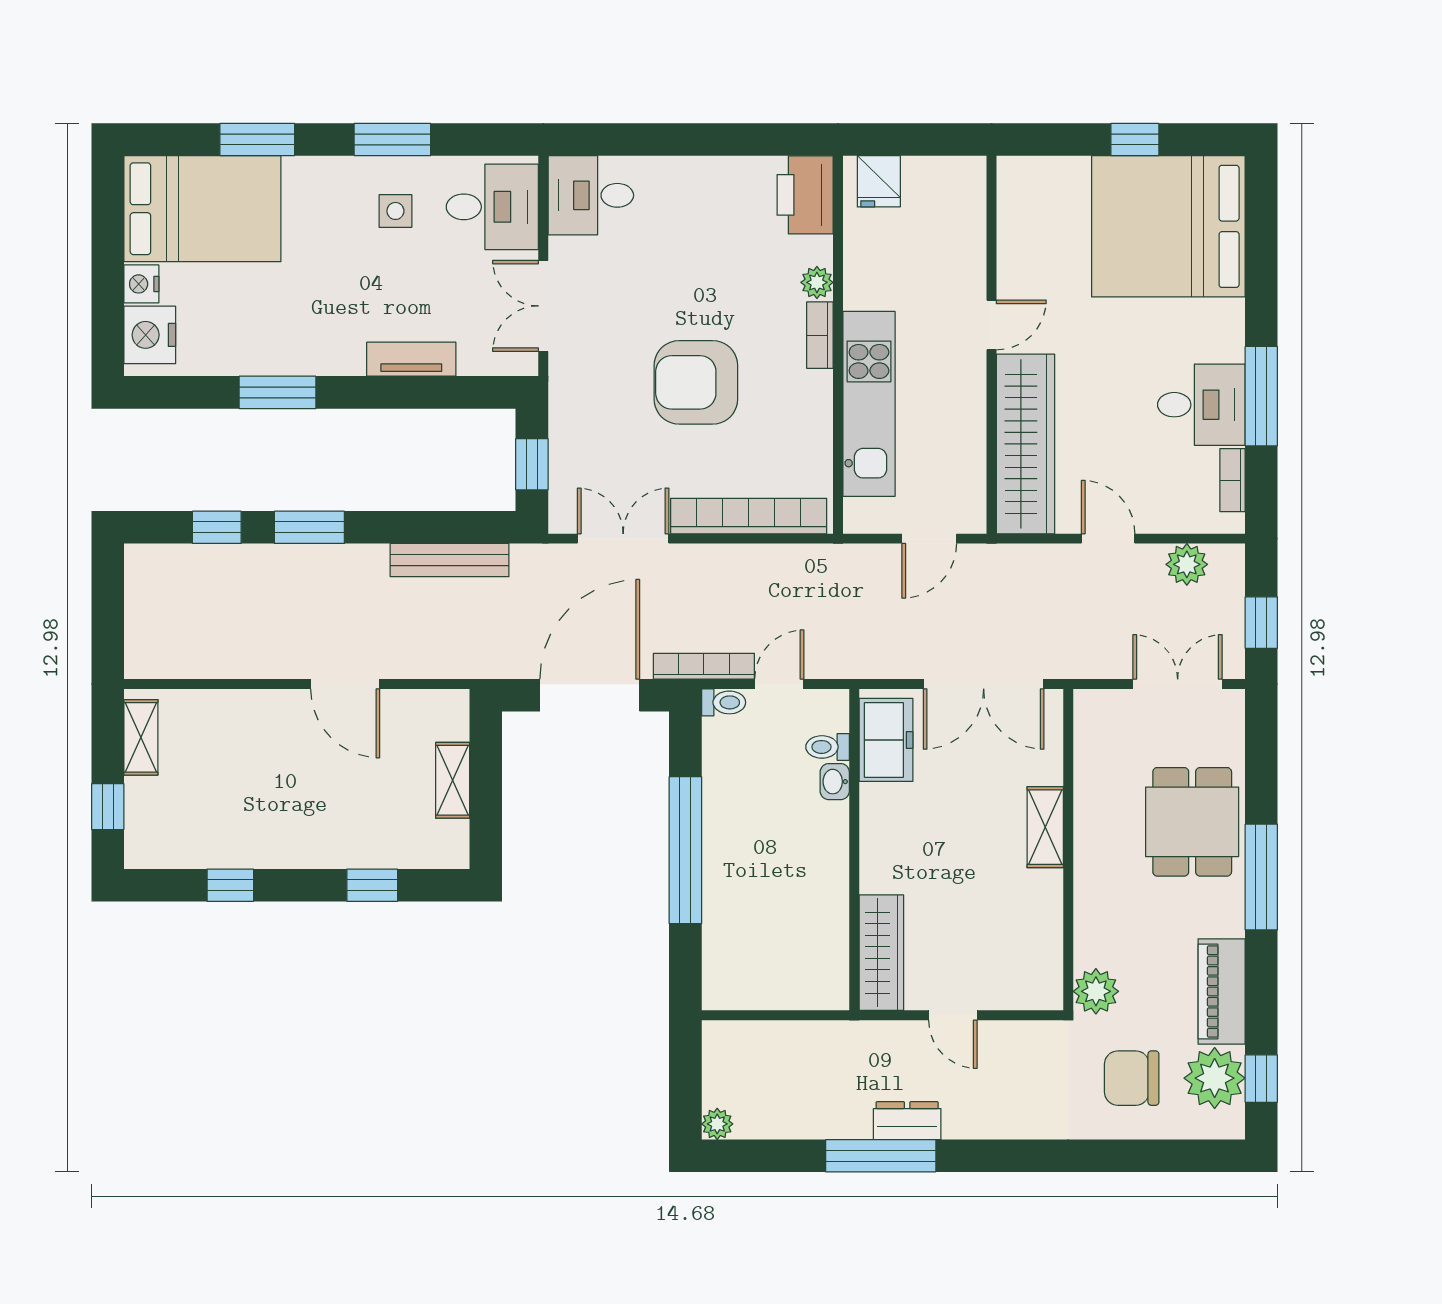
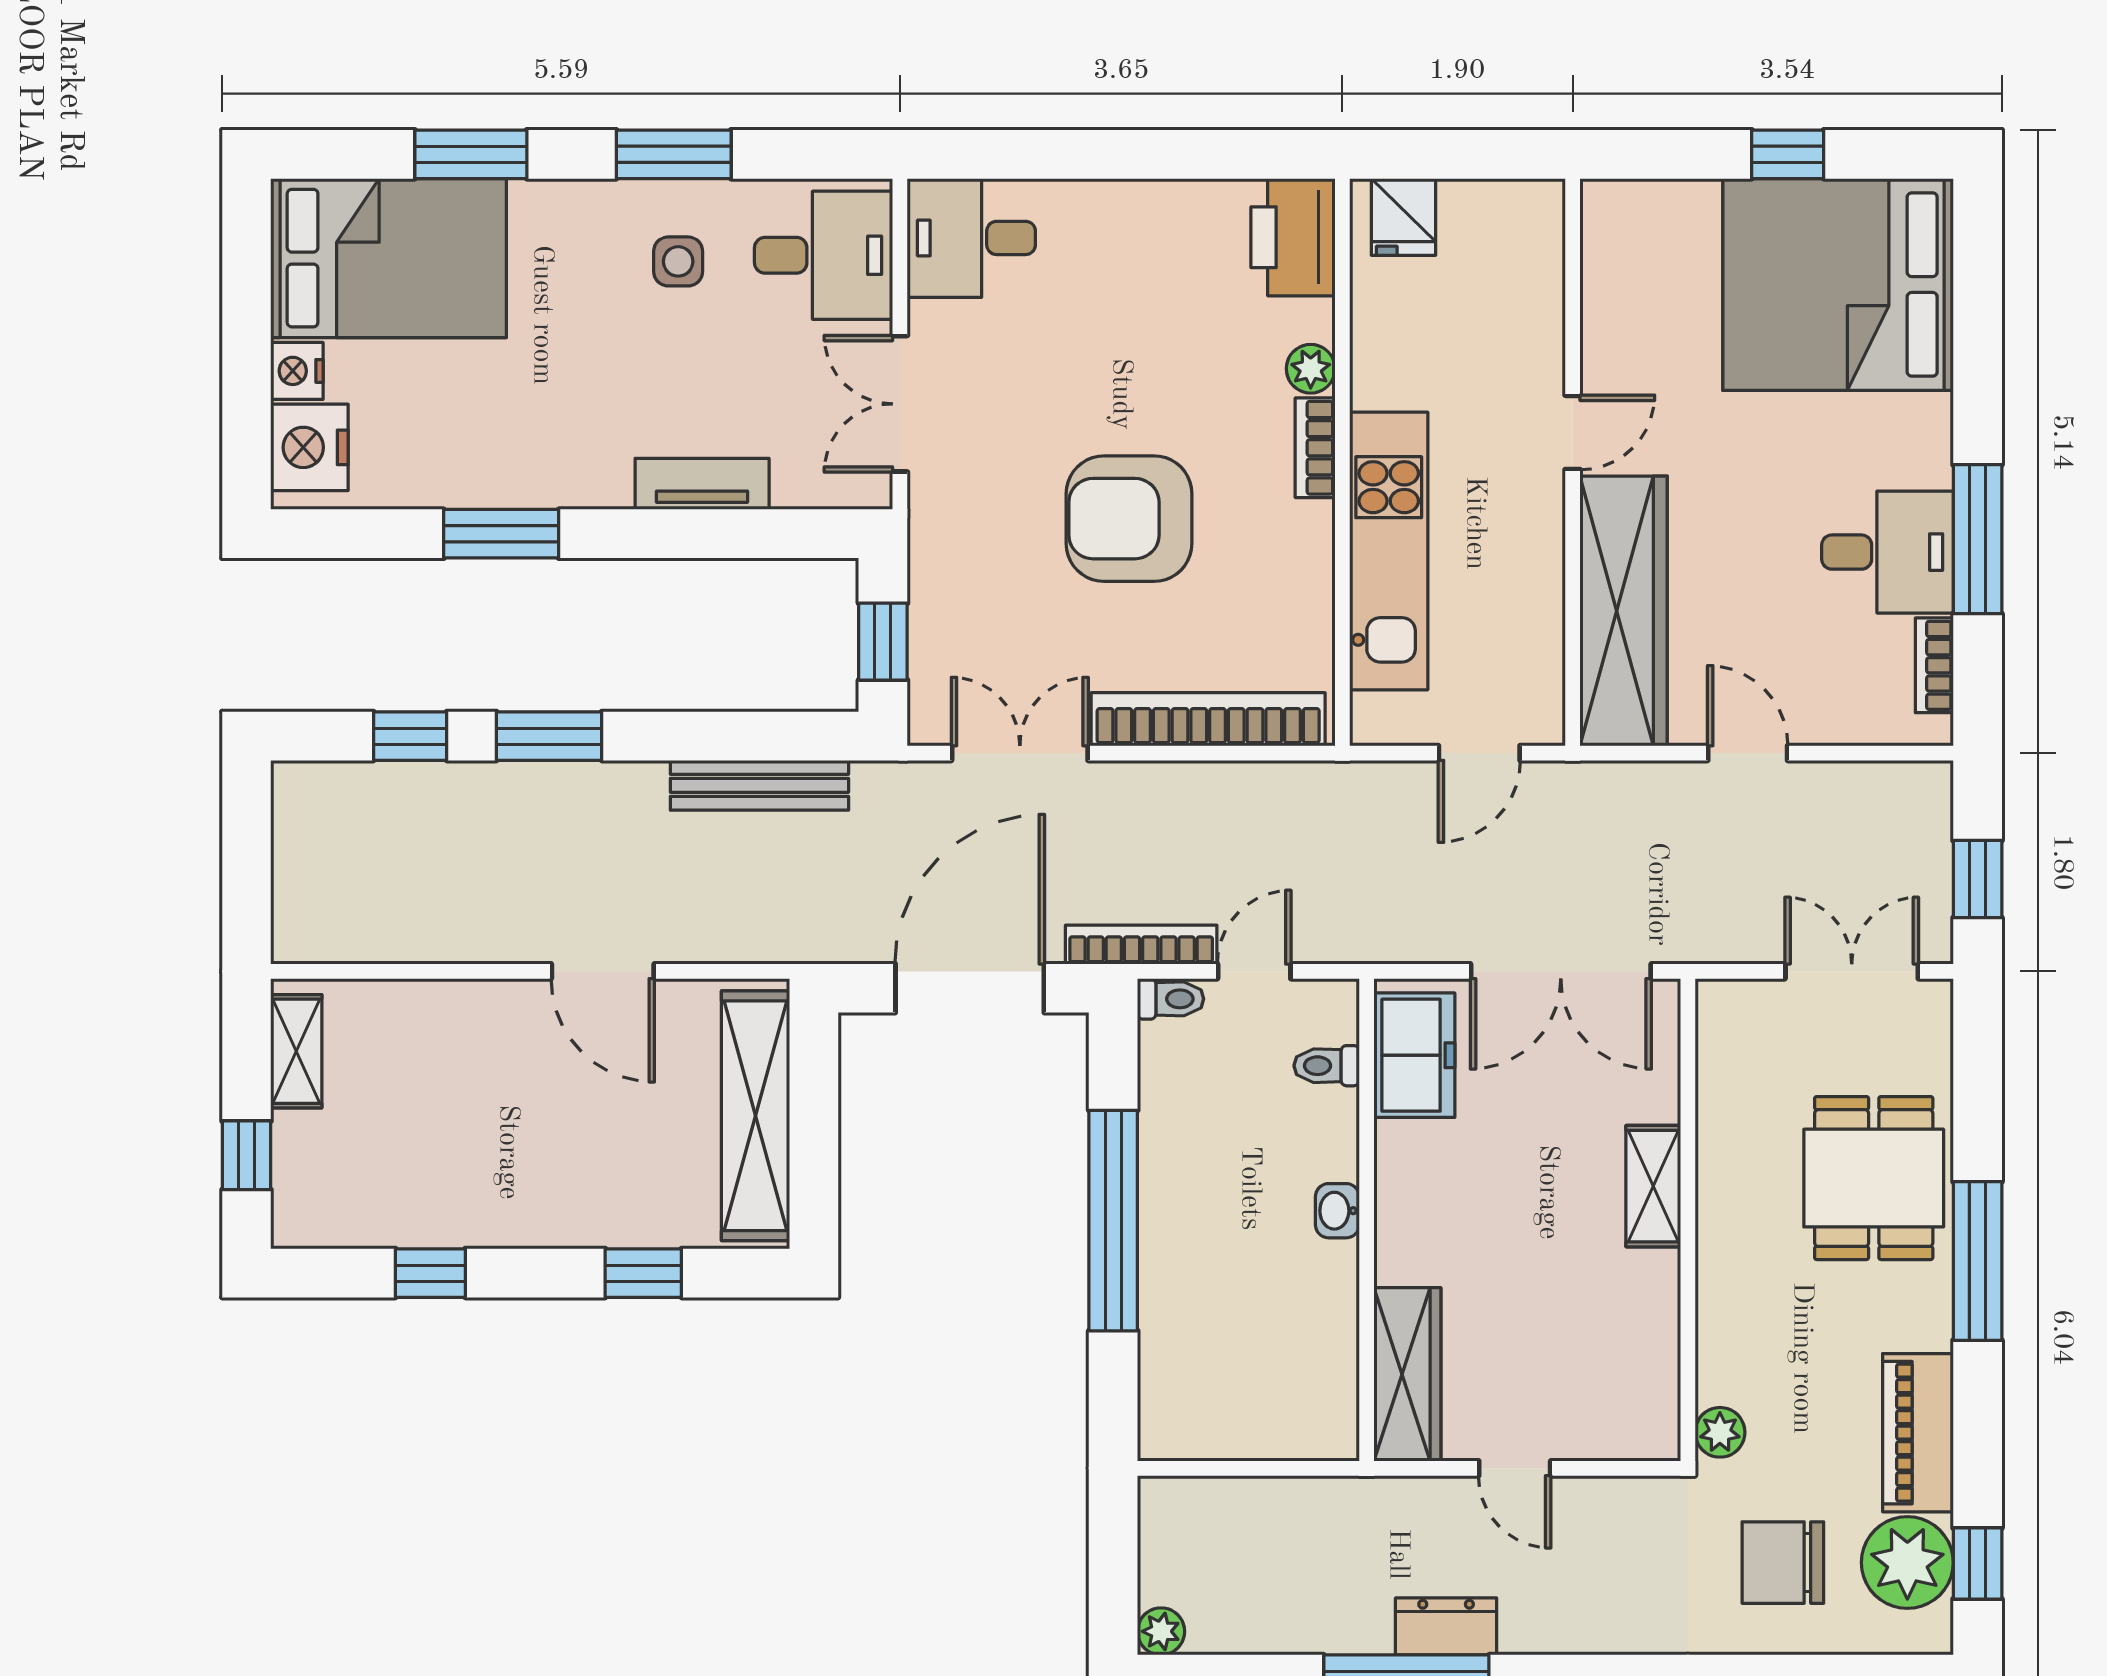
plant: (1187, 564) -> (1866, 792), removed
shelving: (453, 780) -> (755, 1116), width x2.20, depth x1.33
washbasin: (835, 782) -> (1337, 1211), moved
plant: (1096, 991) -> (1720, 1432), width x0.73, depth x0.73

